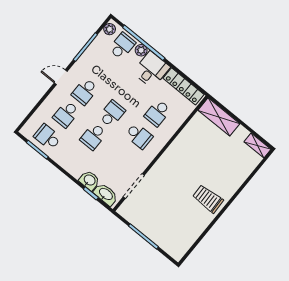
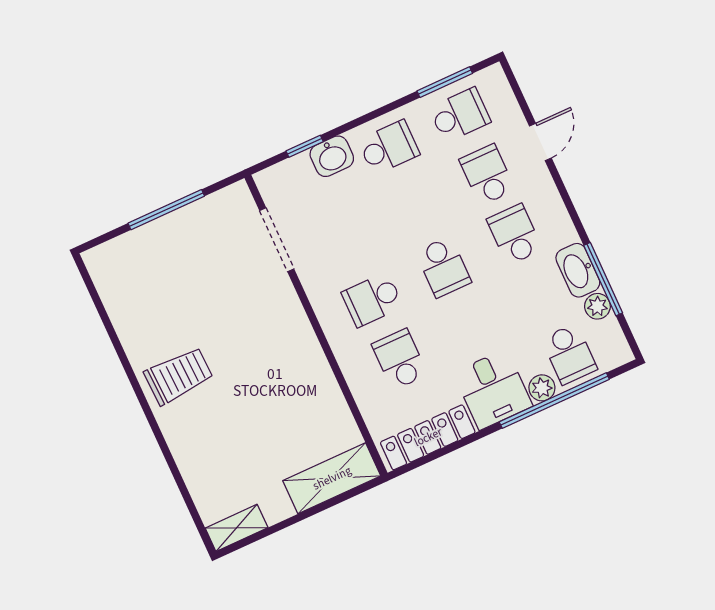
plant: (110, 29) -> (597, 306), moved
door: (61, 77) -> (540, 142), moved
school desk: (93, 136) -> (389, 147), moved, turned 90
washbasin: (106, 194) -> (578, 270), moved, turned 90

